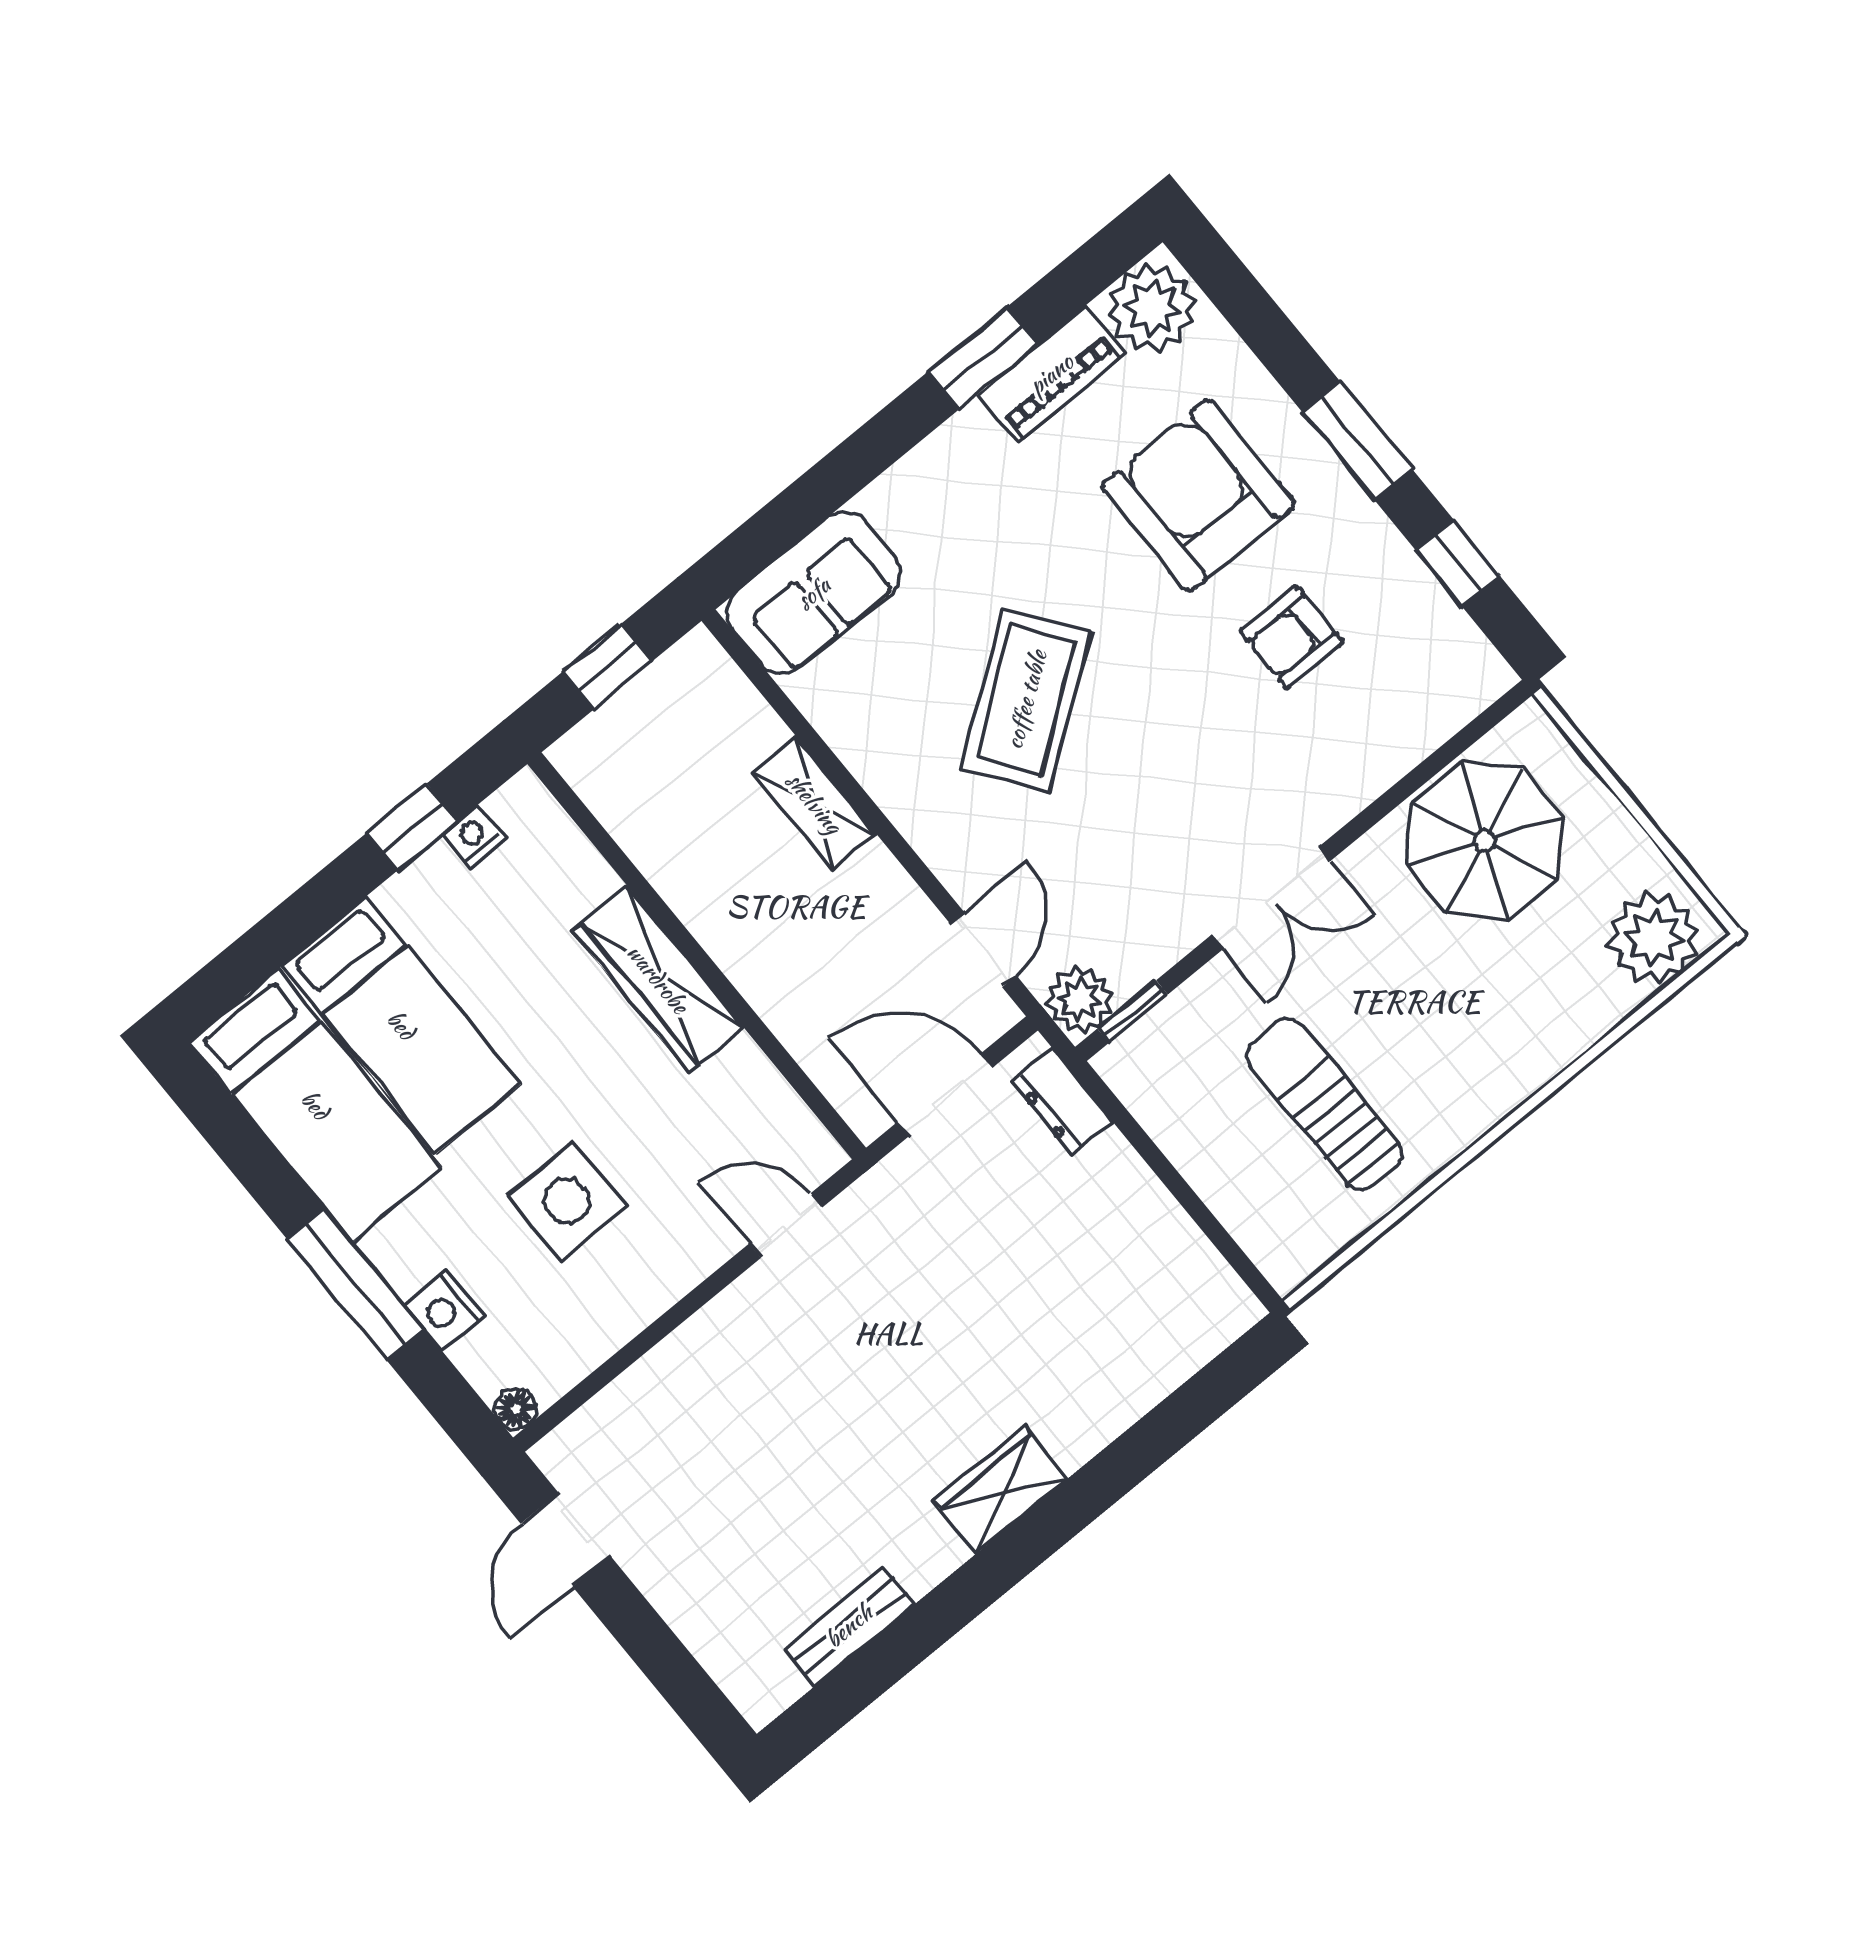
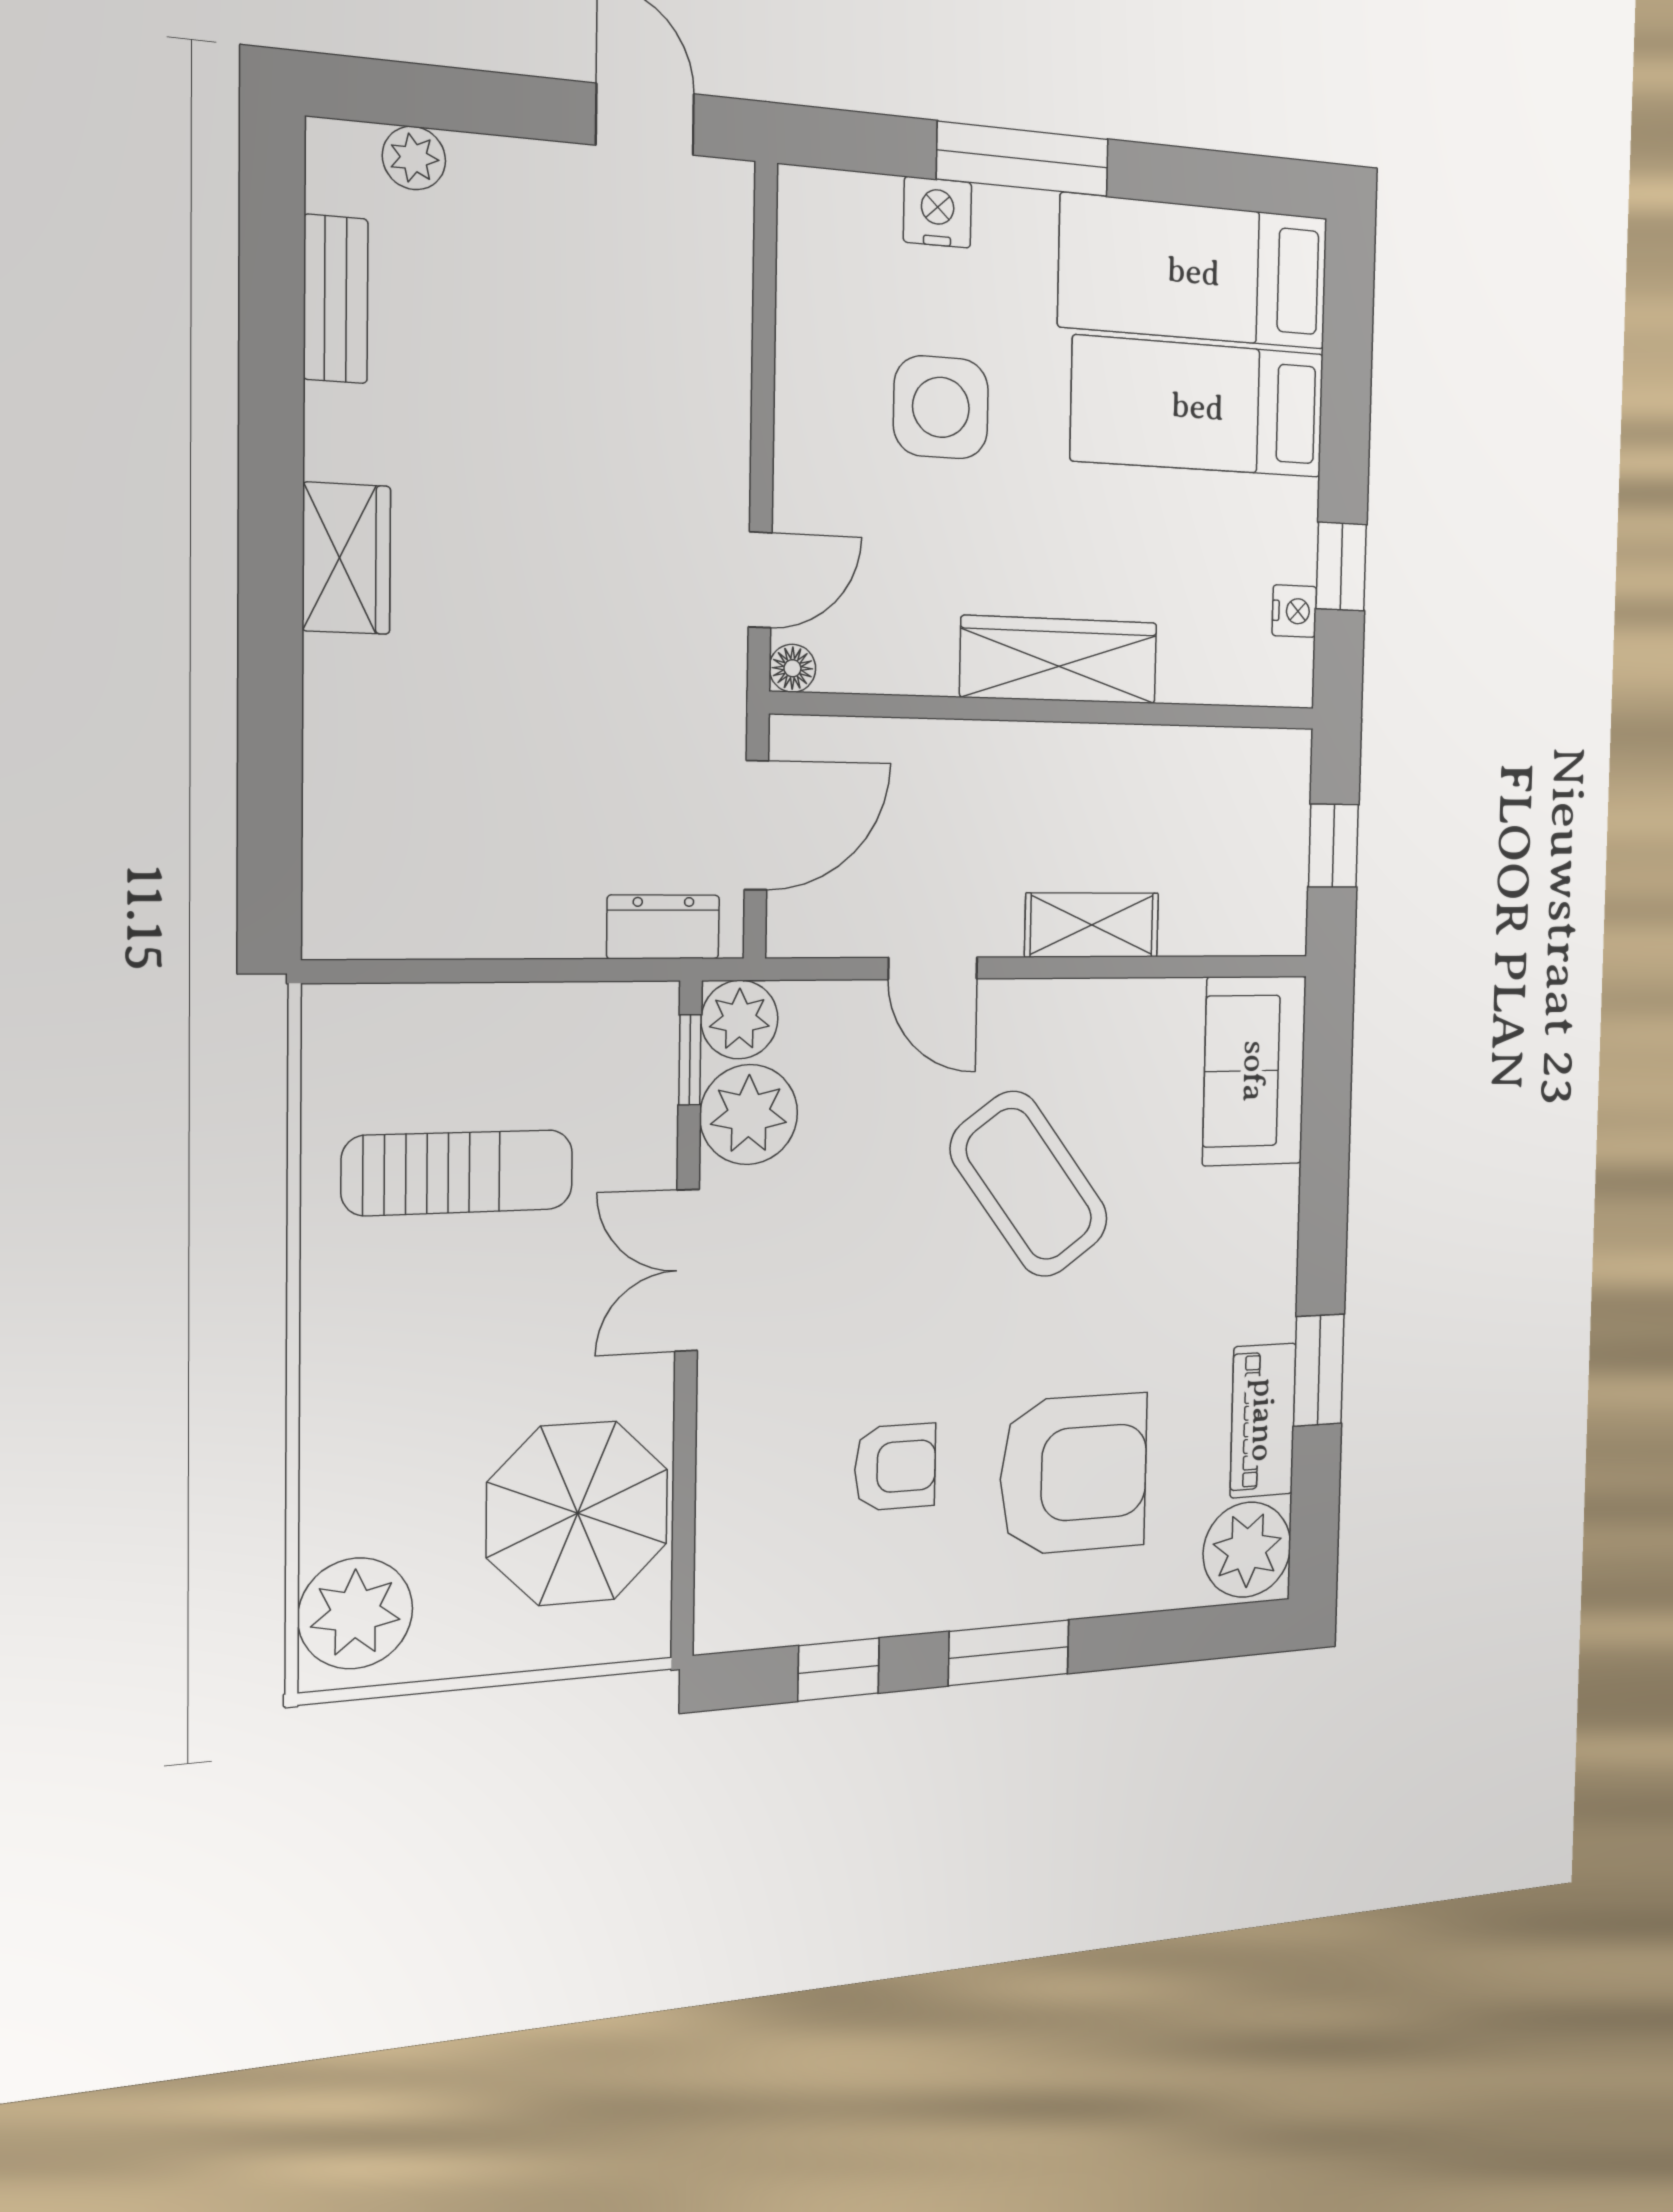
armchair: (1291, 637) -> (895, 1467), turned 90
plant: (1136, 941) -> (749, 1115), added
door: (983, 950) -> (933, 968), moved
floor lamp: (516, 1409) -> (792, 668), moved
plant: (722, 1653) -> (414, 158), added

